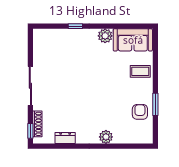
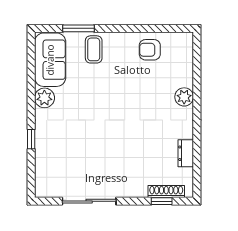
sliding door: (30, 86) -> (89, 201), moved
window: (155, 104) -> (78, 28), moved
window: (30, 131) -> (162, 201), moved

